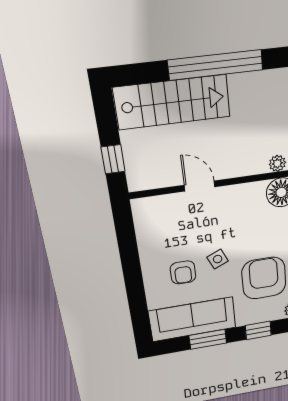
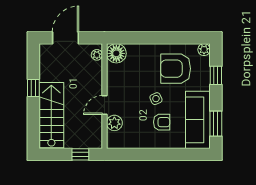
window: (216, 65) -> (33, 88), width x0.32
plant: (173, 205) -> (114, 123), added
window: (208, 339) -> (216, 124), moved

